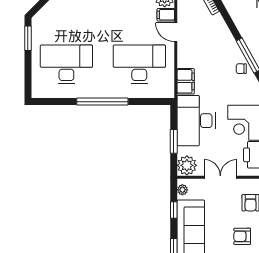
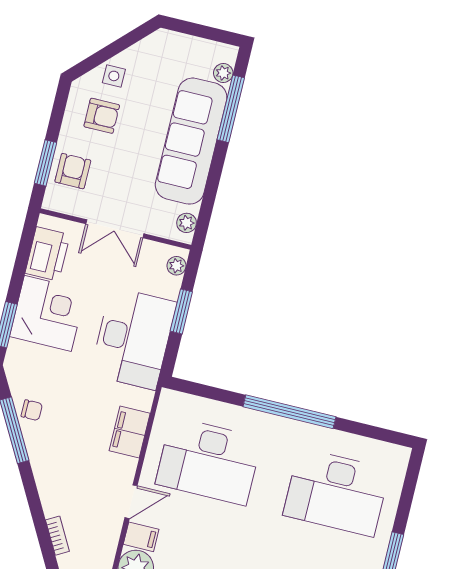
door: (176, 32) -> (131, 502), hinge flipped
filing cabinet: (186, 81) -> (130, 432), moved
plant: (187, 165) -> (176, 266), width x0.53, depth x0.53
window: (174, 210) -> (211, 191), removed

